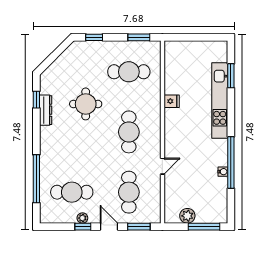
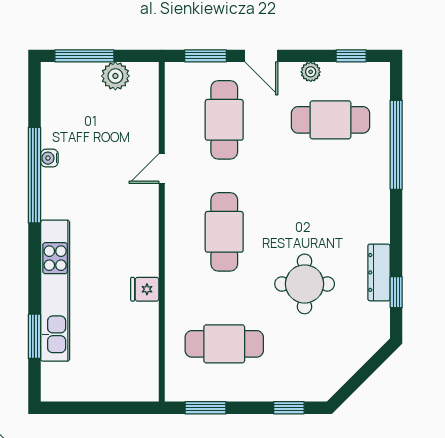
window: (83, 227) -> (351, 56), moved

